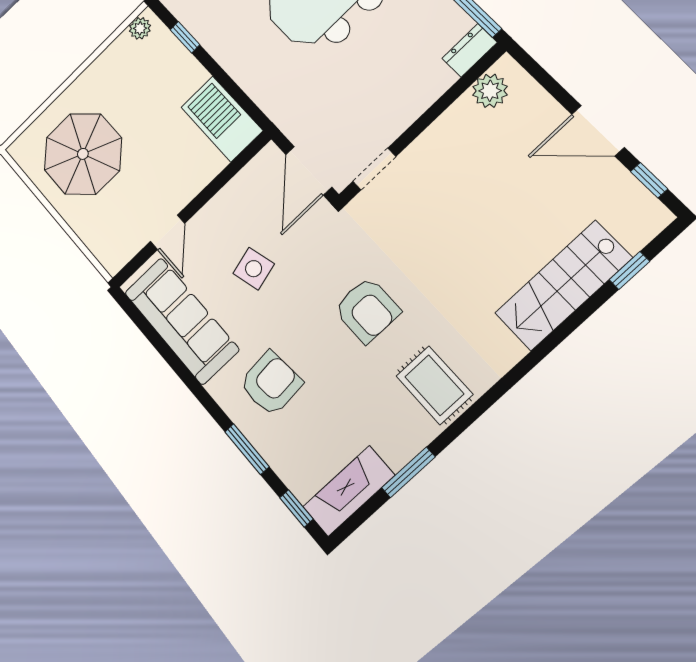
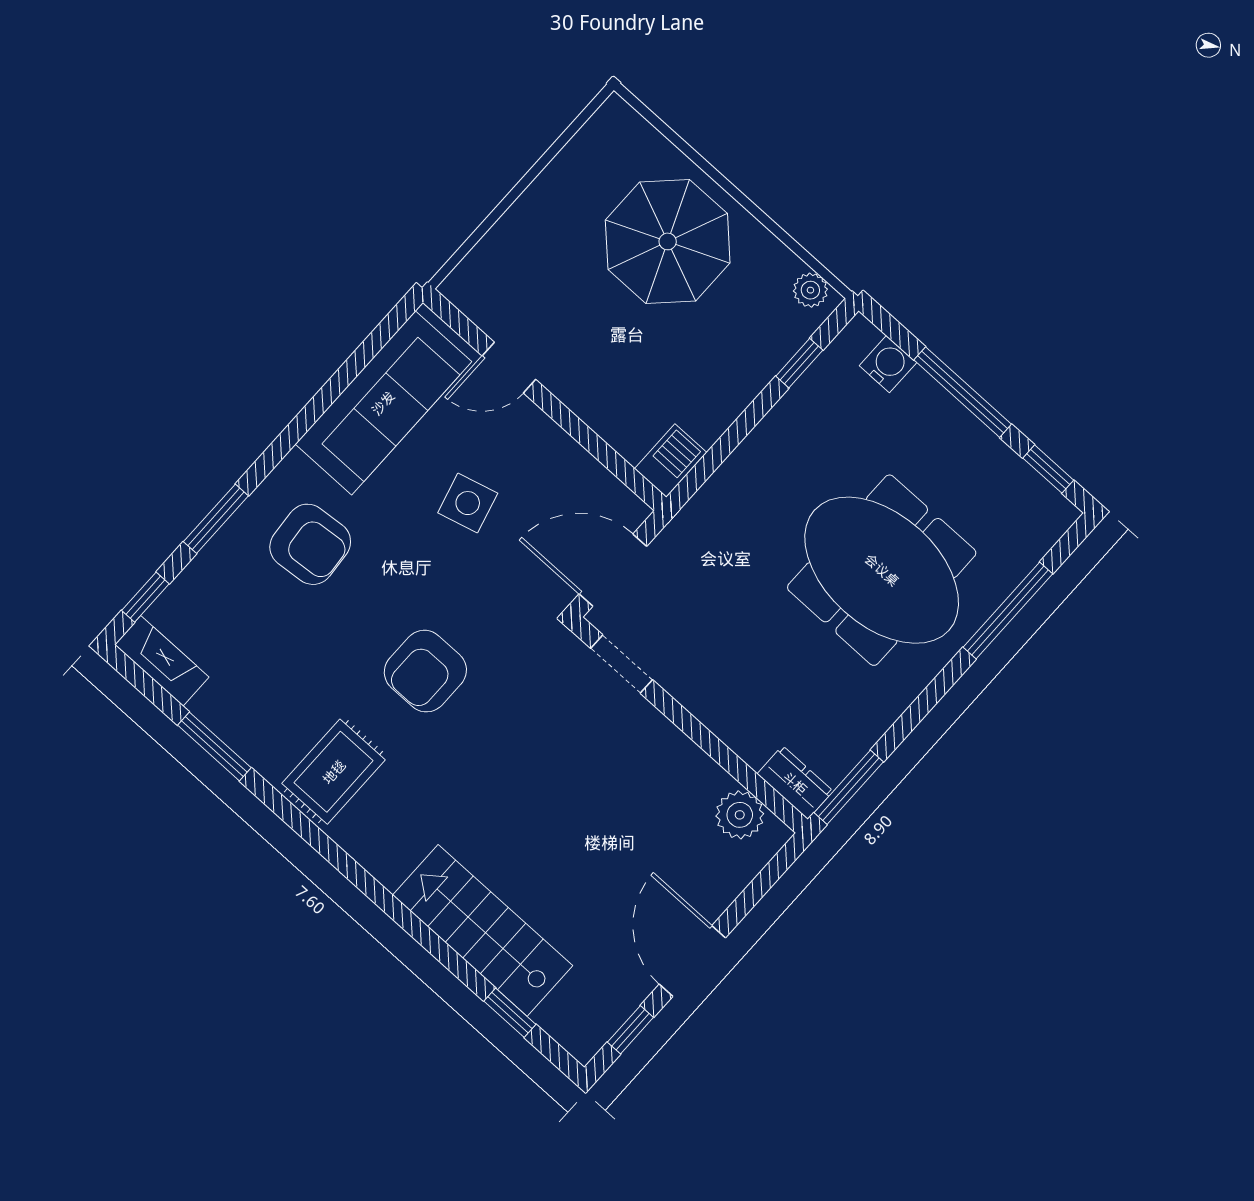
barbecue: (222, 119) -> (671, 461), width x0.53, depth x0.65
parasol: (83, 154) -> (668, 241), moved
fireplace: (349, 491) -> (162, 661), width x0.73, depth x0.76

